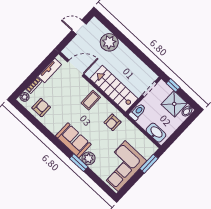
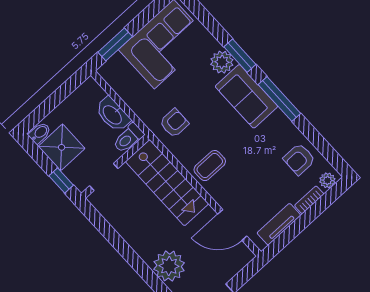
washbasin: (156, 133) -> (113, 115), moved
window: (55, 140) -> (279, 99), added

